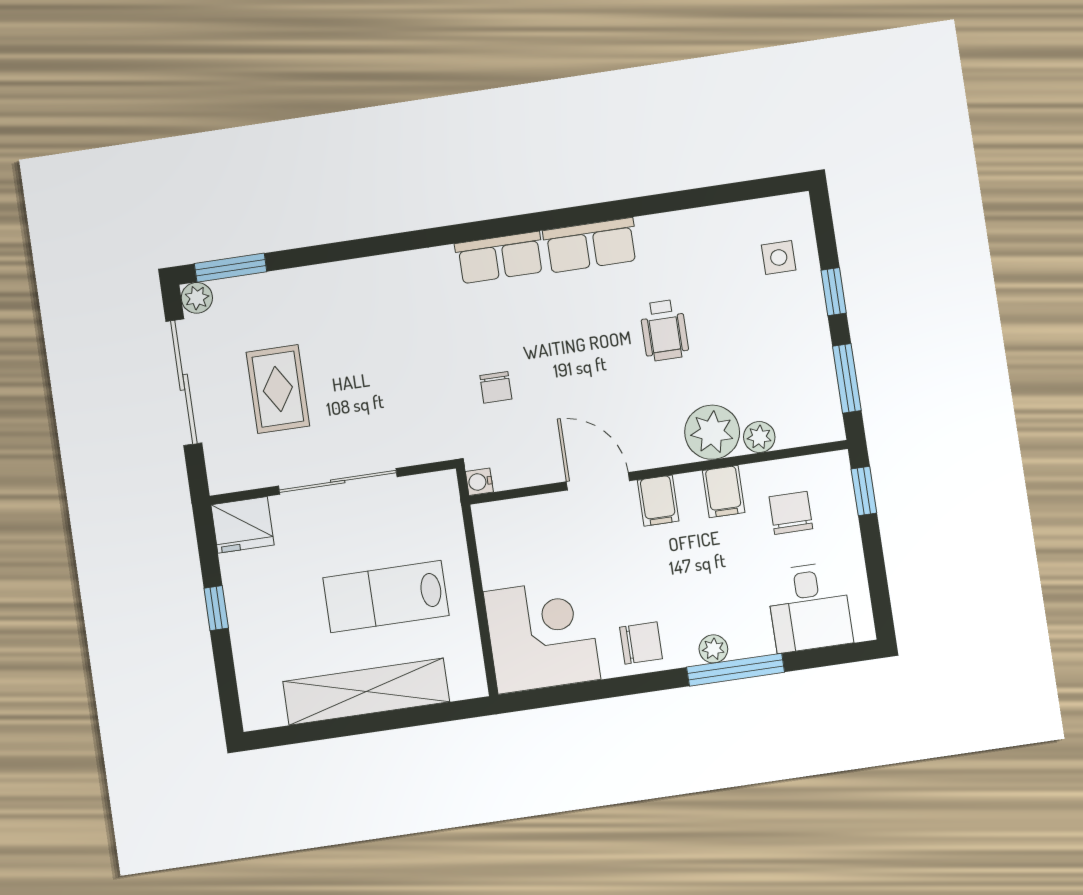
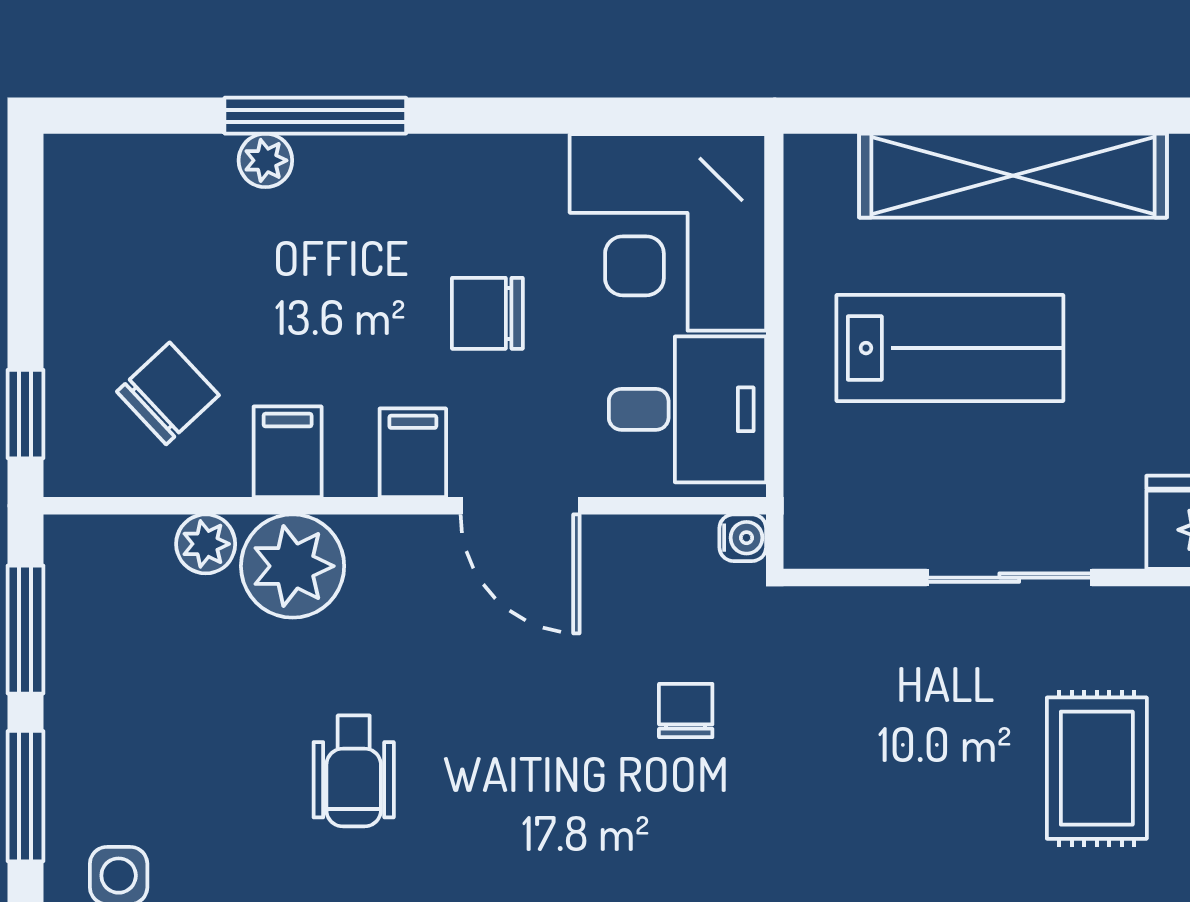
window: (834, 292) -> (25, 796), width x1.50
wheelchair: (664, 330) -> (354, 771), turned 180
sliding door: (338, 481) -> (1009, 578), width x0.73
chair: (791, 513) -> (168, 393), turned -133
desk: (809, 607) -> (687, 409), moved, turned 90
chair: (641, 643) -> (487, 313), moved
plant: (713, 649) -> (265, 160), moved

